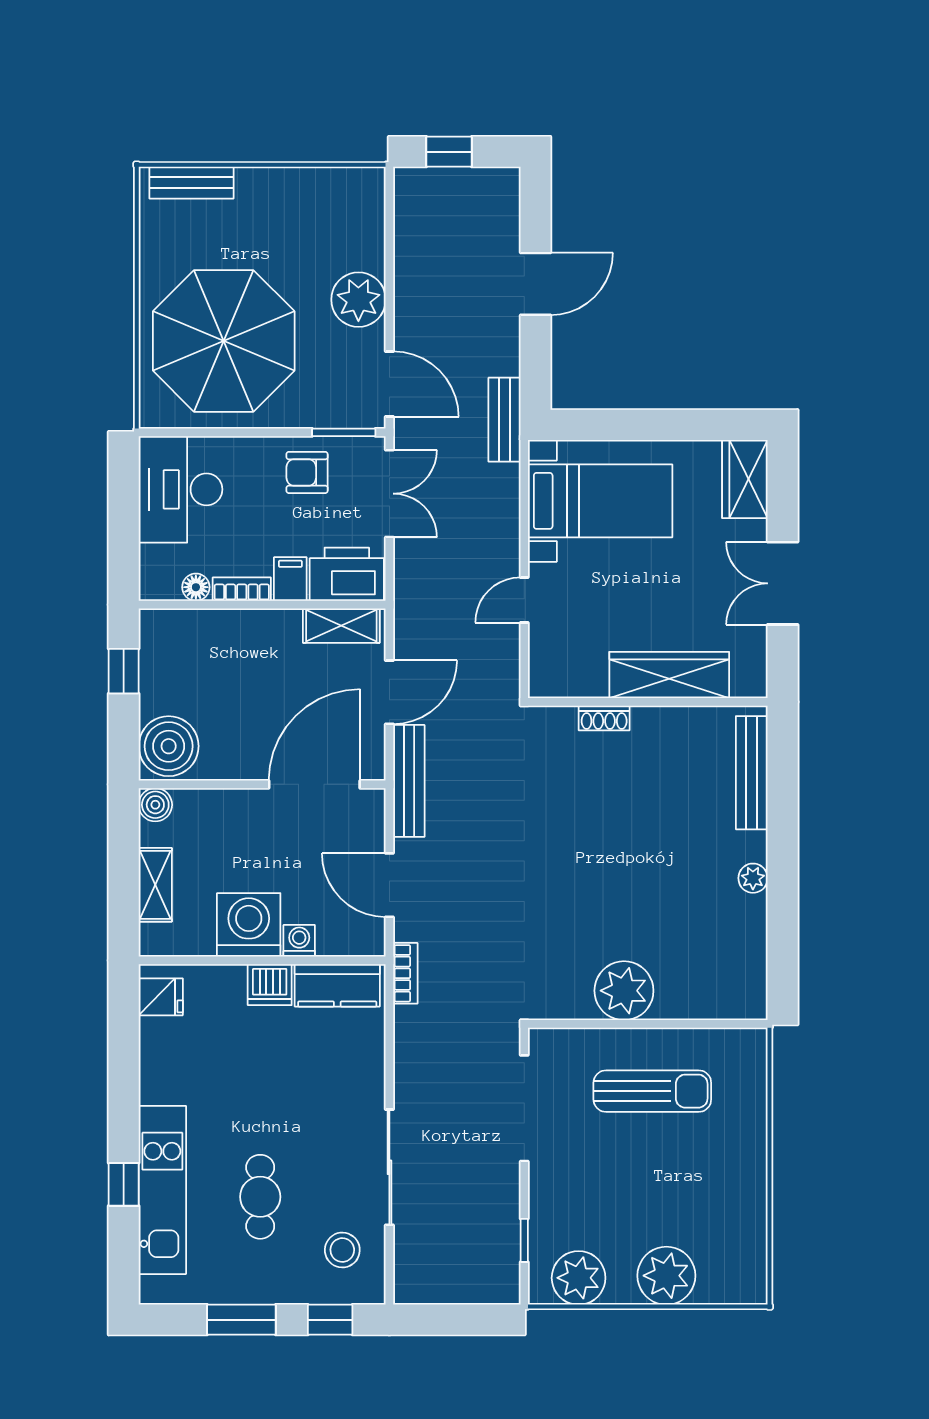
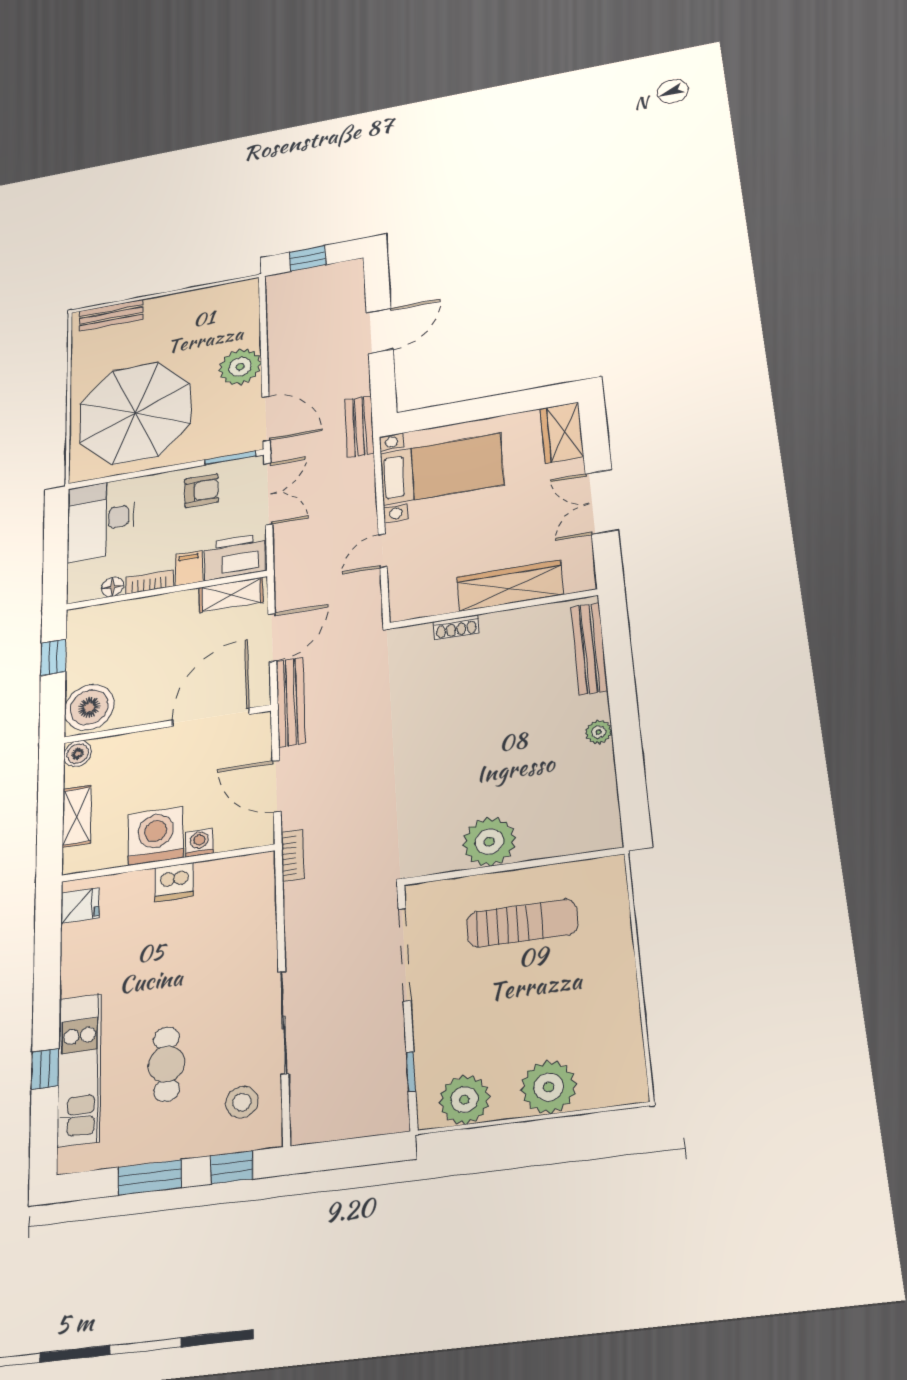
armchair: (307, 472) -> (201, 491), turned 180
kitchen counter: (337, 985) -> (233, 874), removed

